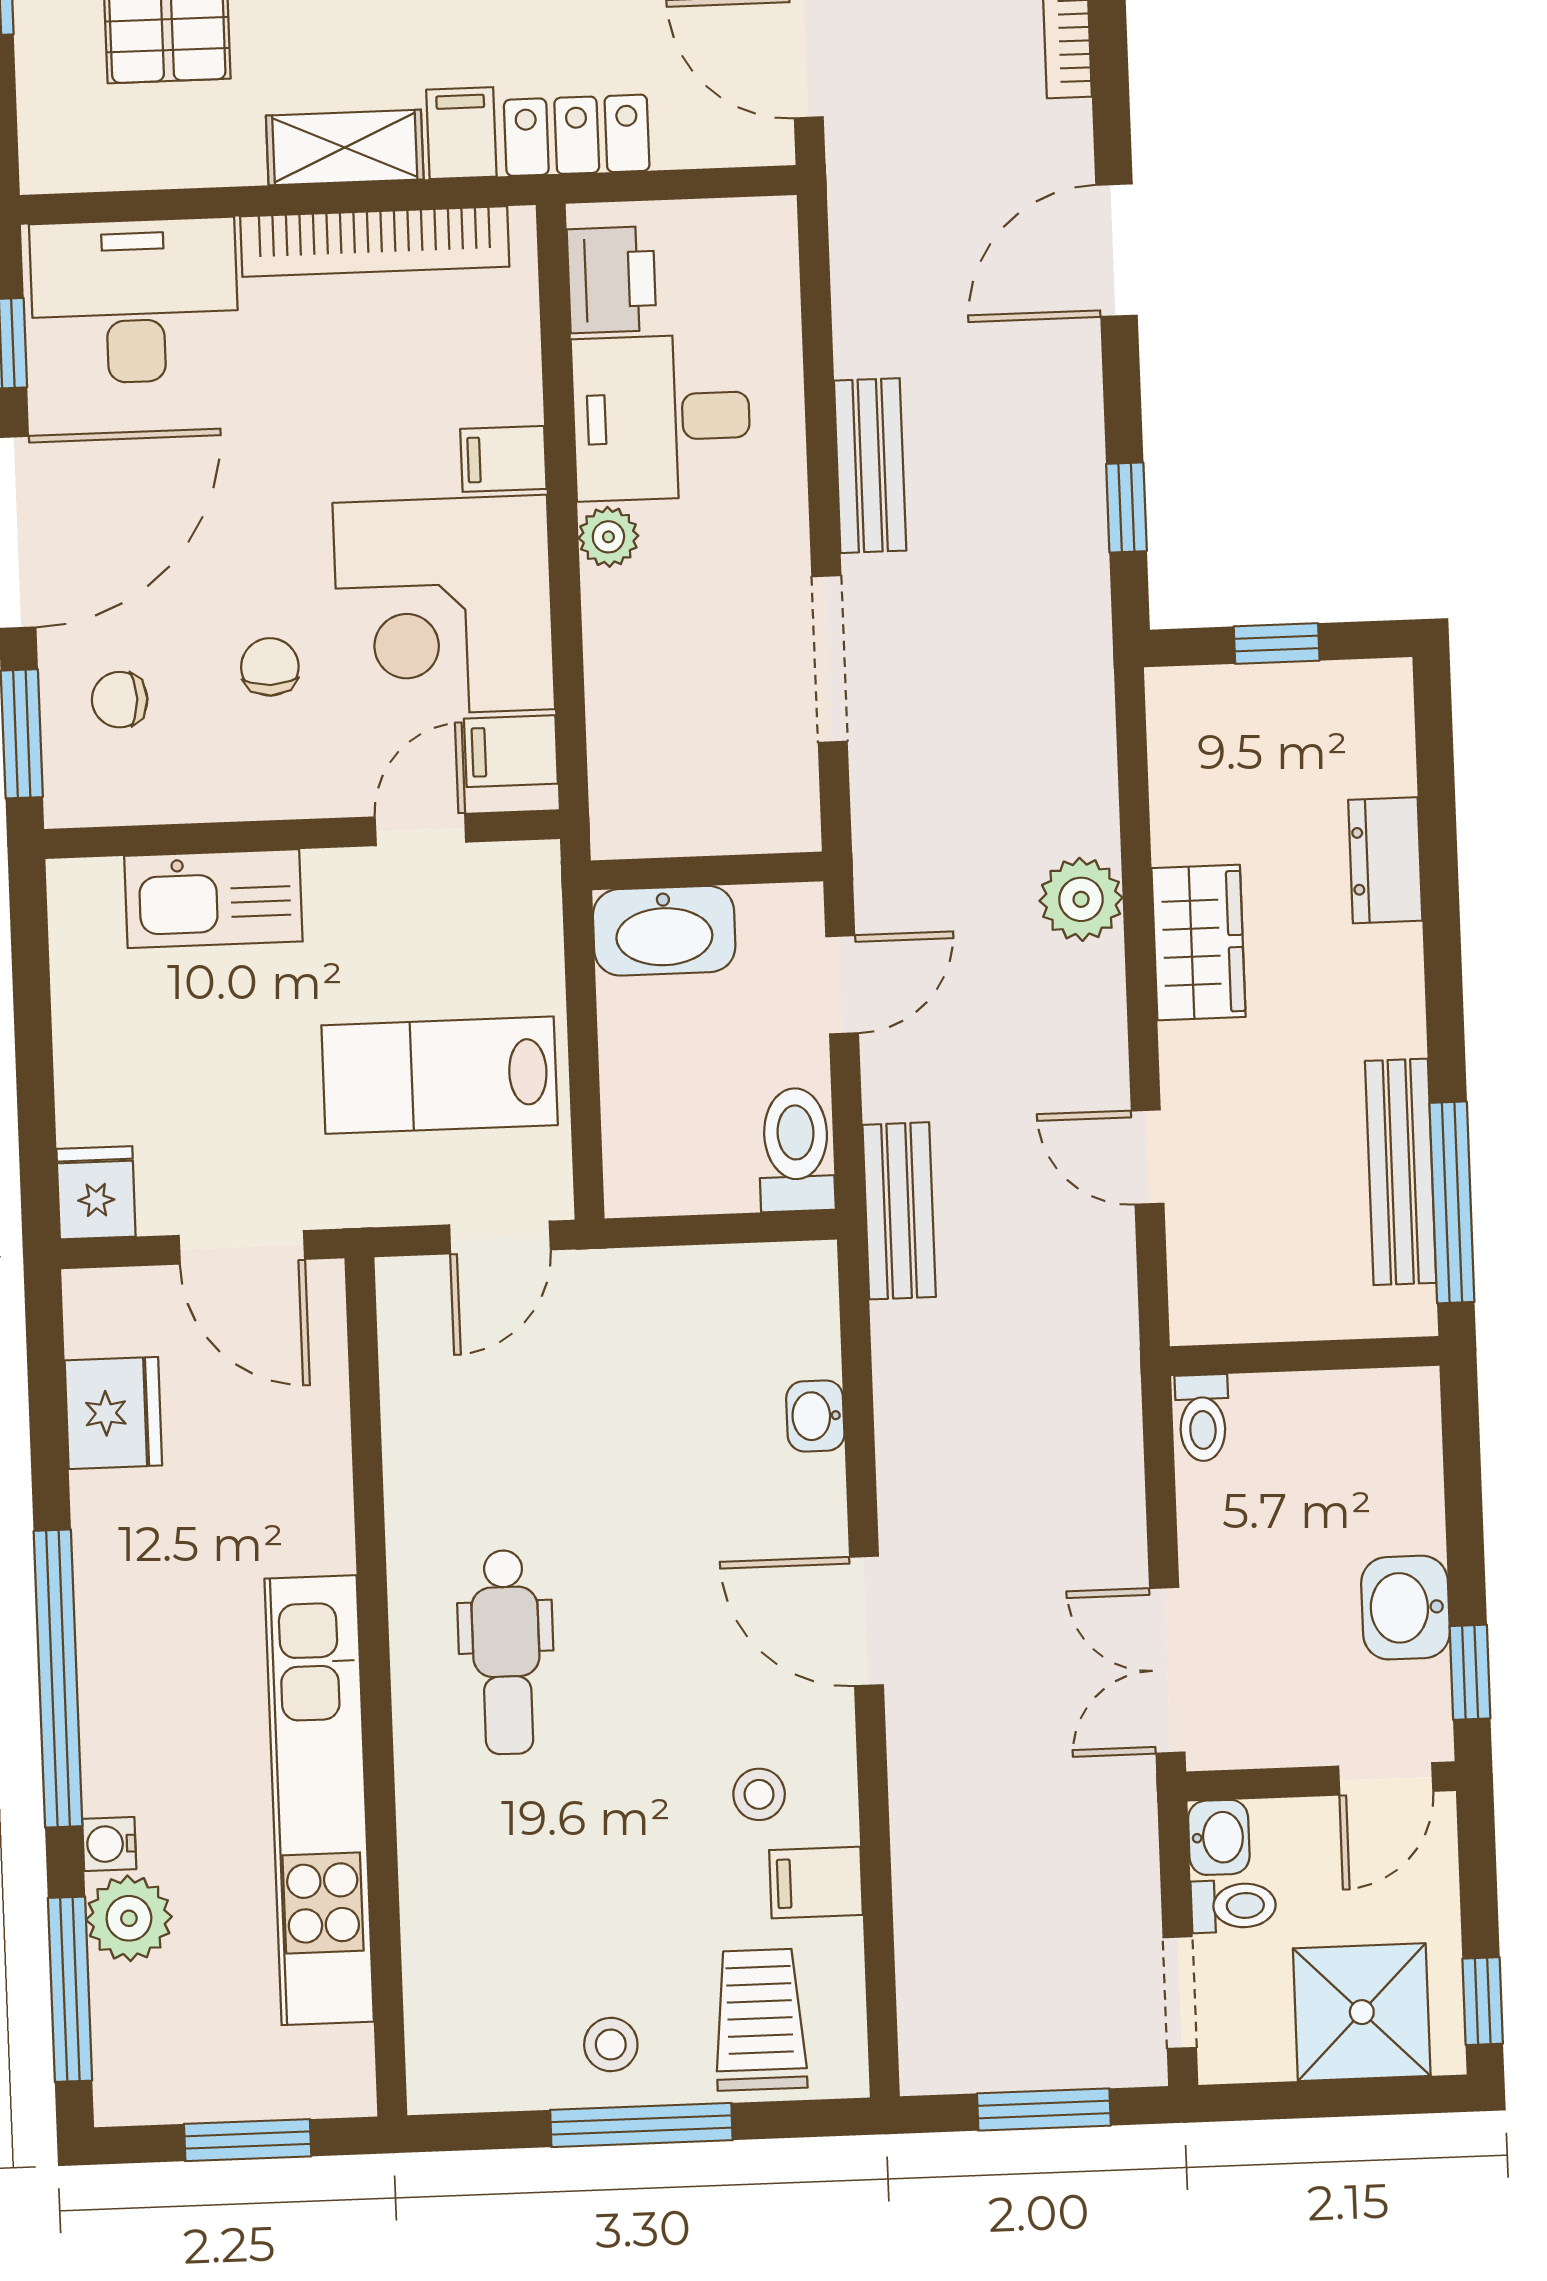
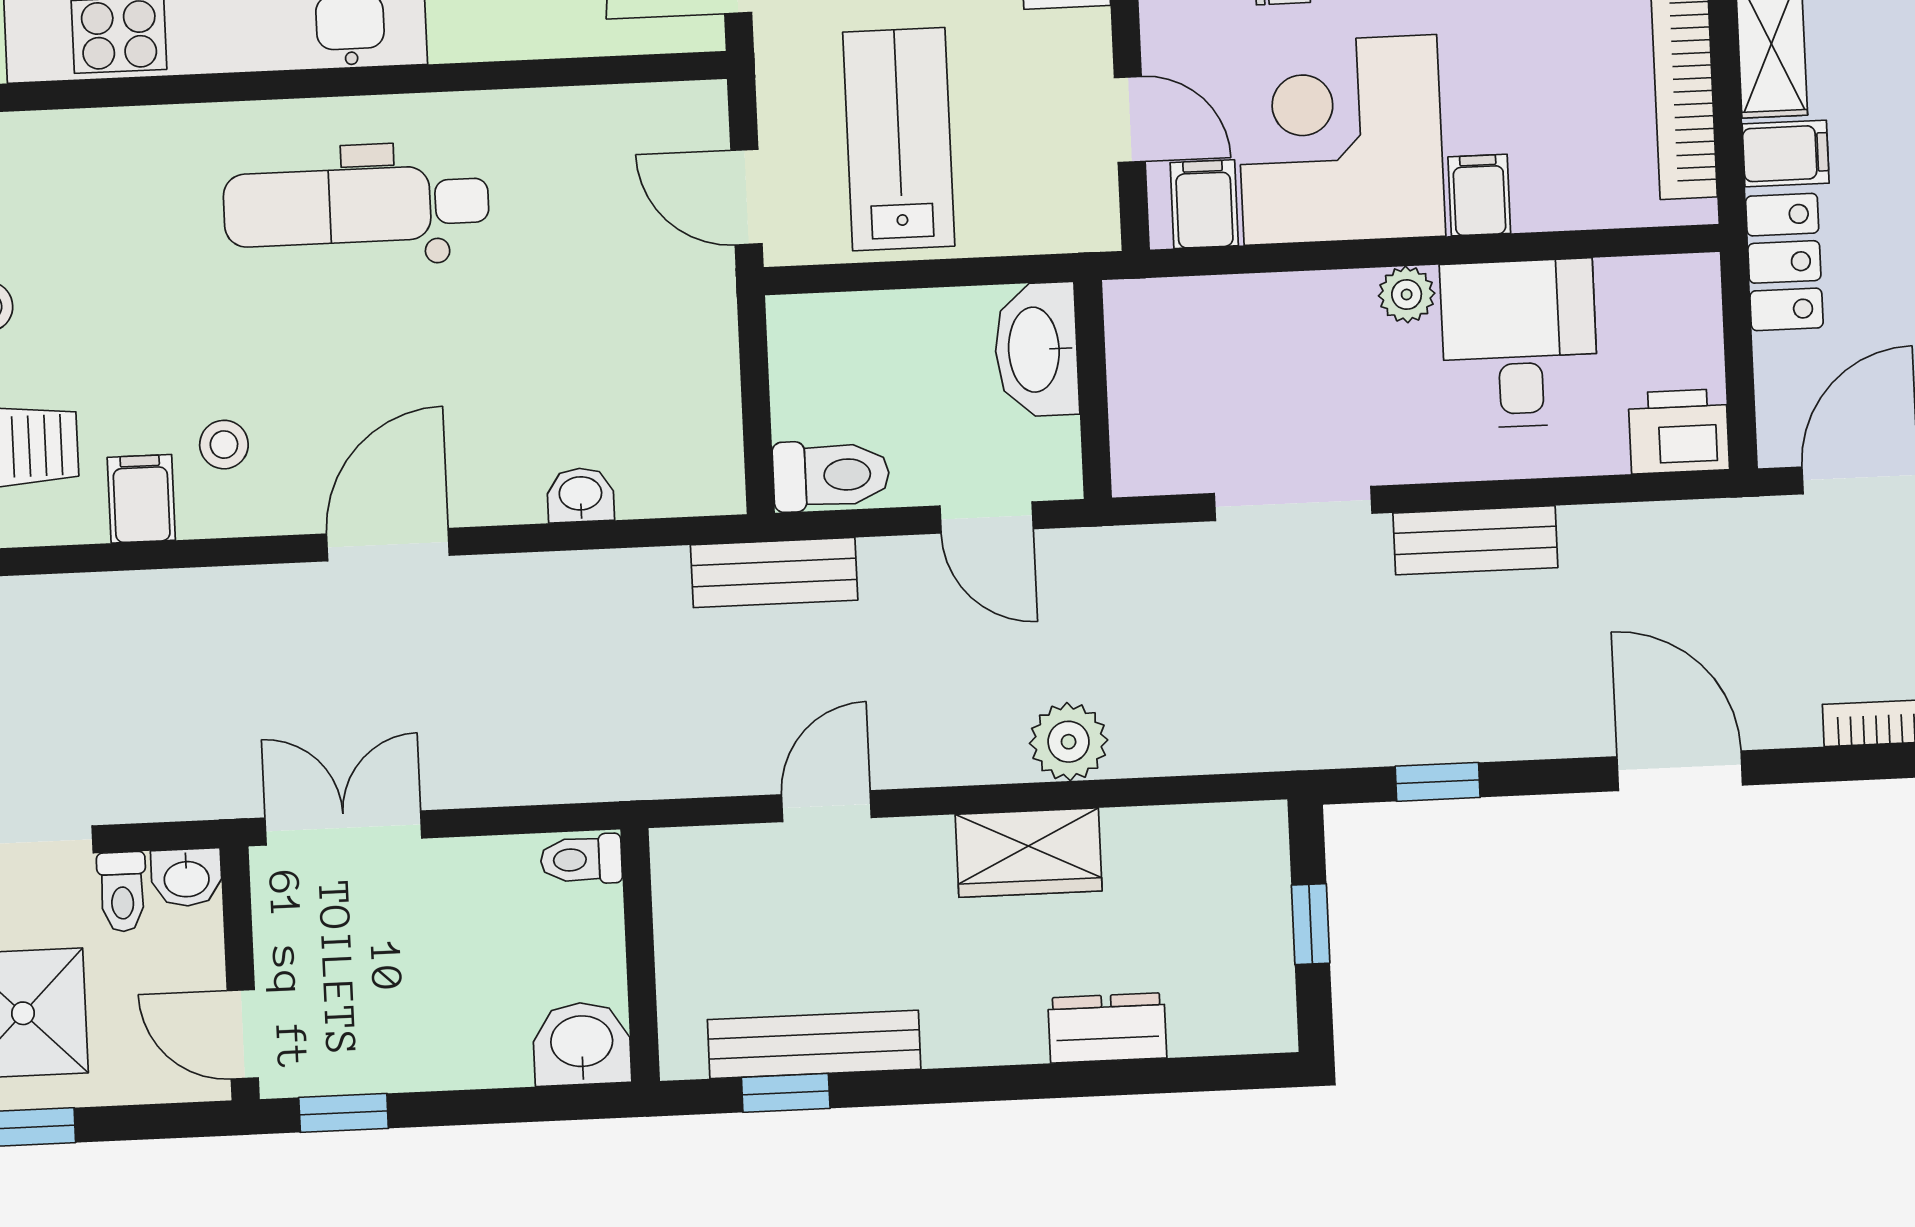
printer: (612, 280) -> (1679, 431), moved, turned 180
window: (1452, 1202) -> (786, 1093), width x0.46
washbasin: (1405, 1608) -> (582, 1044), moved
dental chair: (506, 1652) -> (356, 206), width x1.36, depth x1.38

